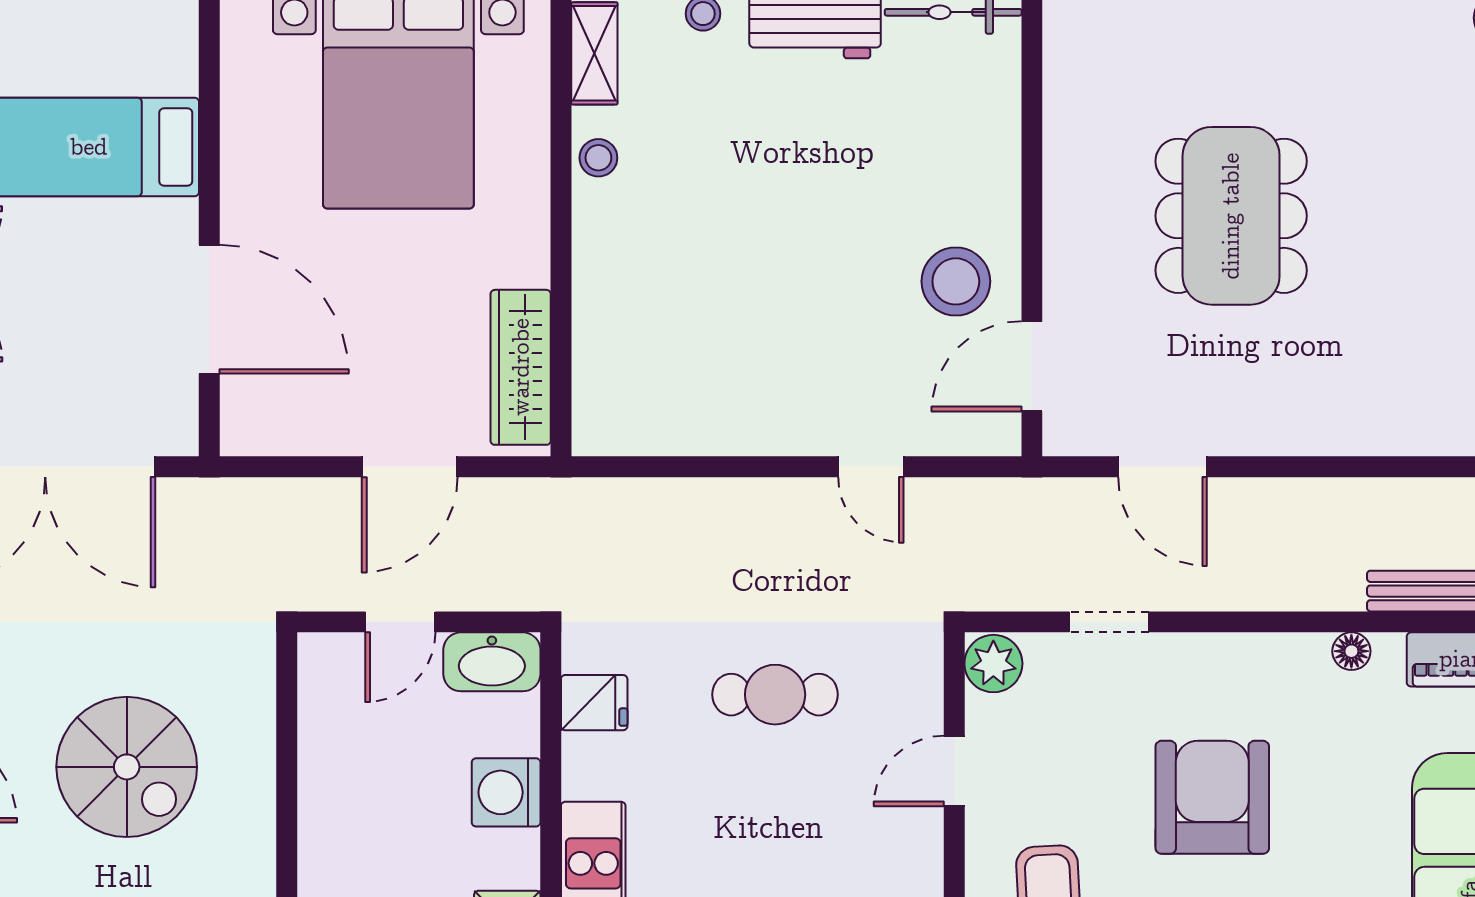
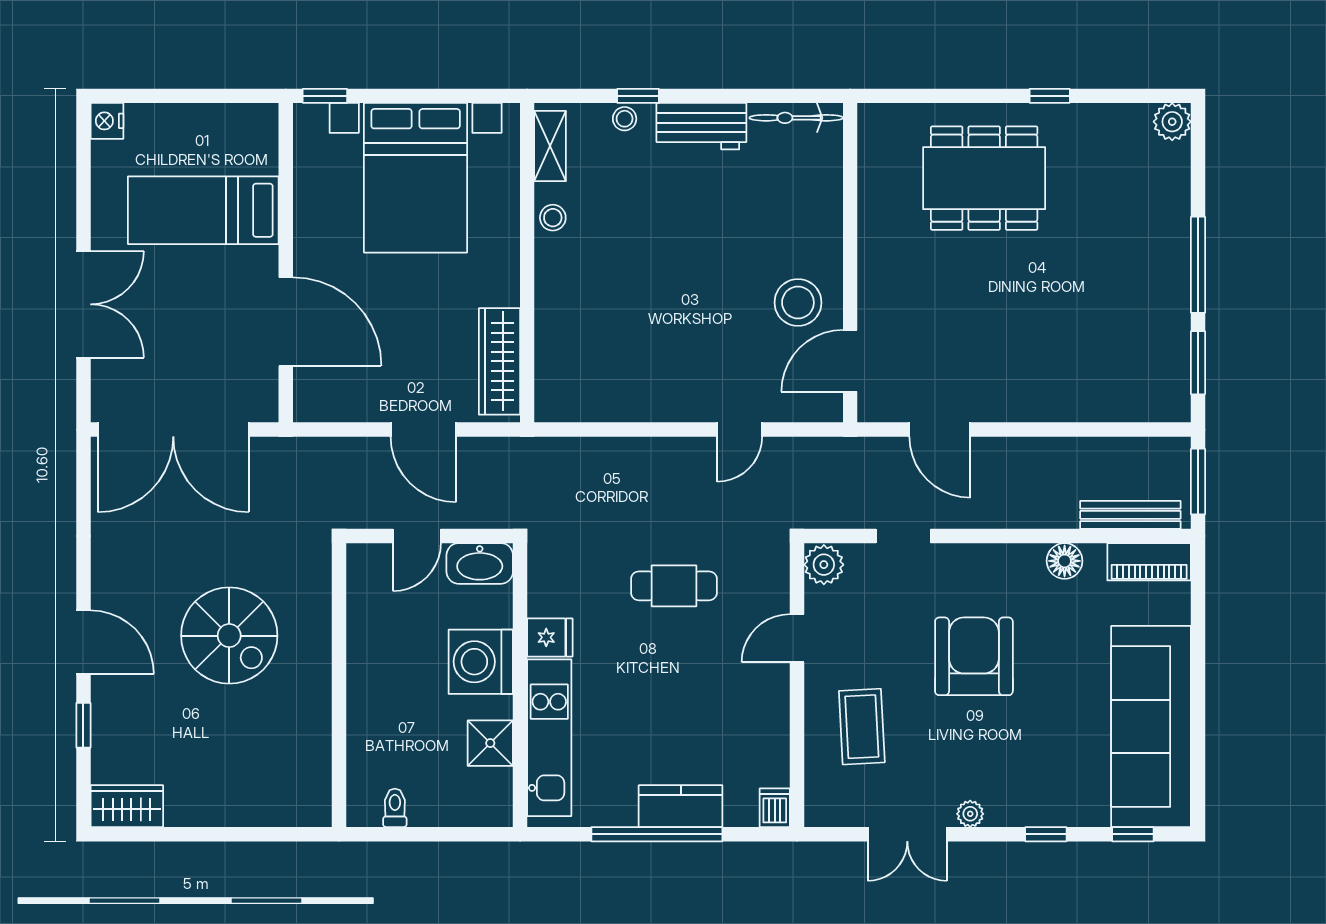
dining table: (1231, 216) -> (984, 178), moved, turned 90
door: (410, 467) -> (423, 430), hinge flipped
door: (871, 467) -> (740, 430), hinge flipped
floor lamp: (1351, 651) -> (1065, 561), width x1.37, depth x1.37
fridge: (594, 703) -> (550, 637), moved
washing machine: (506, 792) -> (481, 662), width x1.37, depth x1.37

